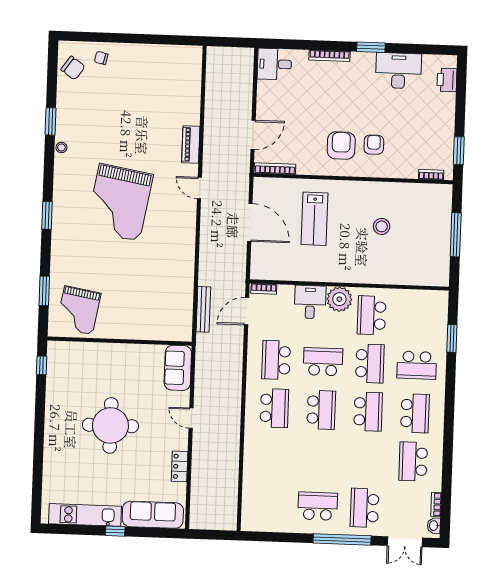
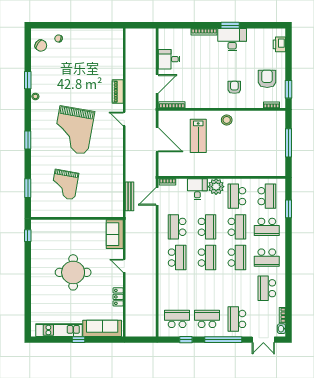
desk: (274, 64) -> (169, 59), moved
desk: (398, 71) -> (232, 40), moved
armchair: (341, 146) -> (267, 79), moved
stool: (382, 226) -> (227, 120), moved
grand piano: (78, 310) -> (65, 184), moved
school desk: (418, 317) -> (267, 196), added
school desk: (323, 362) -> (207, 227), turned 90
school desk: (415, 413) -> (267, 258), turned 90
school desk: (271, 504) -> (177, 319), added
window: (283, 537) -> (186, 340), added

